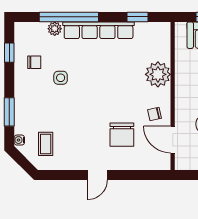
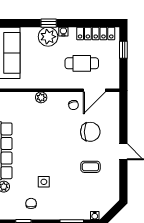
plant: (158, 74) -> (41, 97), width x0.53, depth x0.53
coffee table: (46, 144) -> (90, 167), moved

